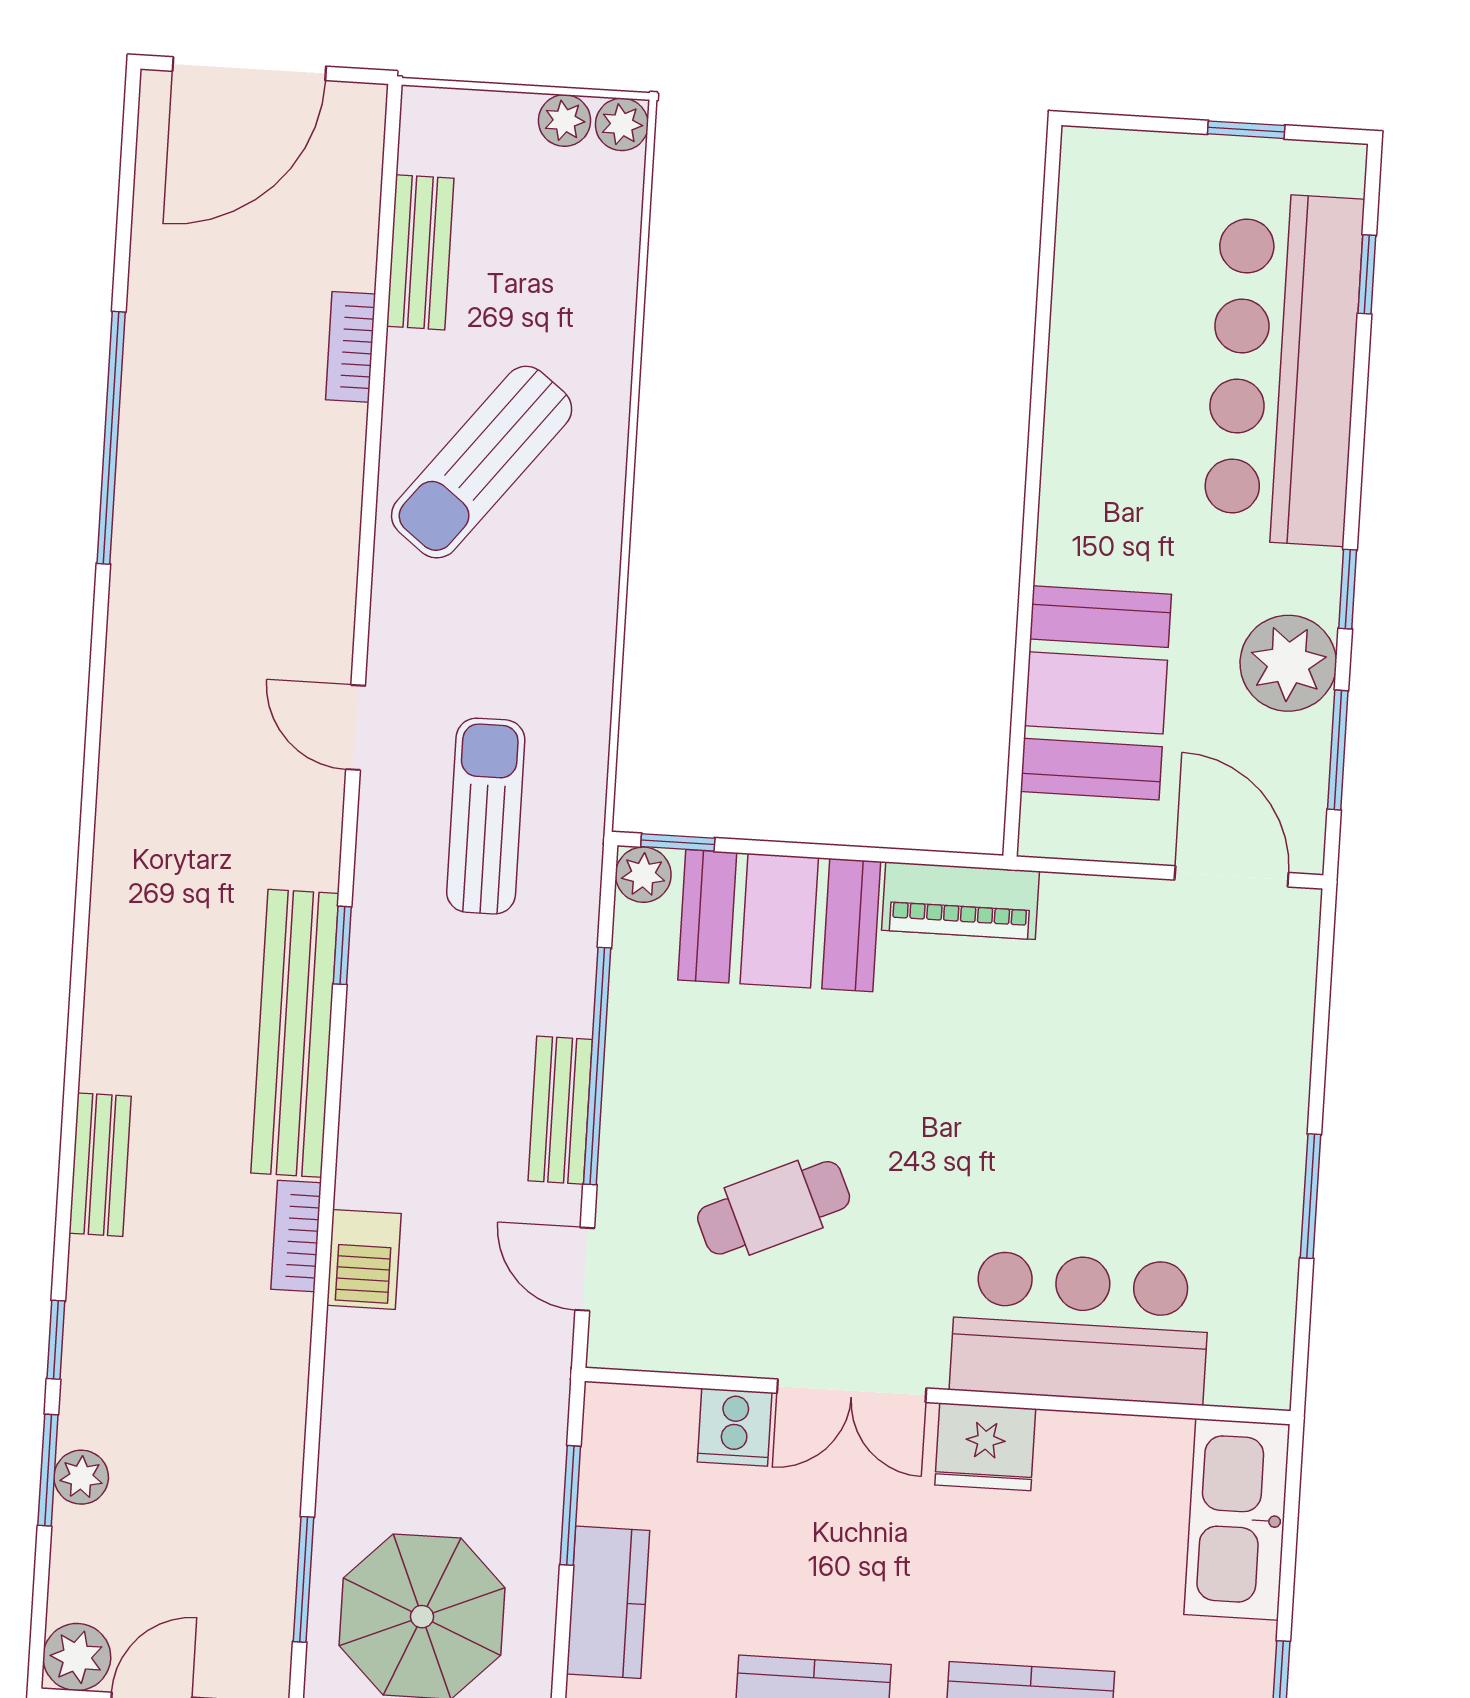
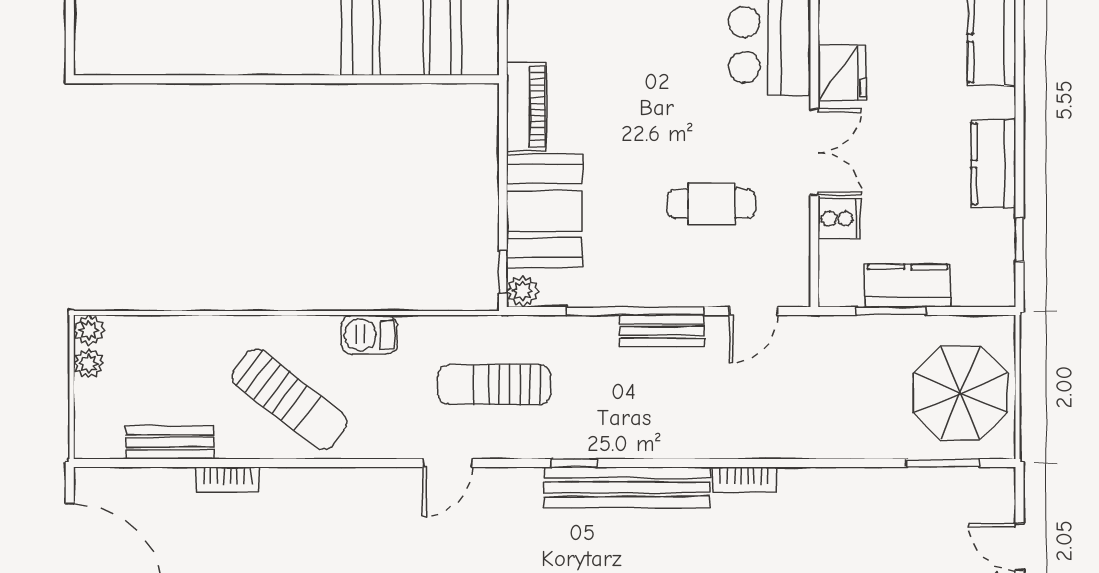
cafe table: (774, 1208) -> (711, 204), turned -66
barbecue: (364, 1259) -> (369, 335), moved, turned 180
kitchen counter: (608, 1602) -> (908, 286), moved

